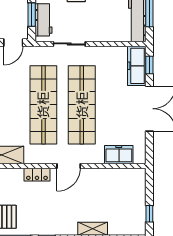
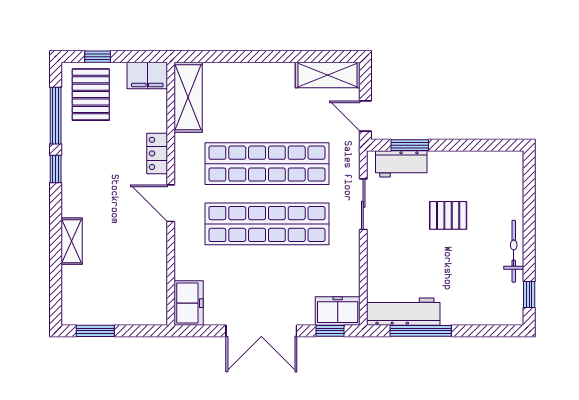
freezer: (137, 66) -> (338, 311), width x0.71
freezer: (119, 155) -> (189, 303), moved
window: (149, 214) -> (95, 331), width x1.50

